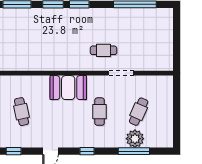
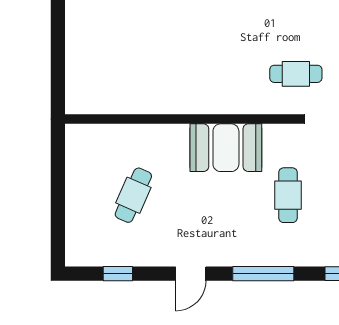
cafe table: (21, 112) -> (133, 195), turned 36
window: (87, 151) -> (263, 274), width x2.17

